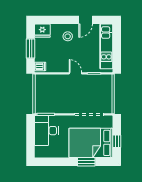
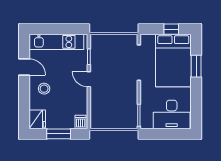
door: (75, 73) -> (89, 79), hinge flipped
desk: (46, 131) -> (172, 114), moved

